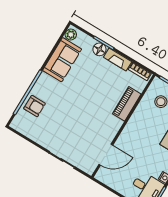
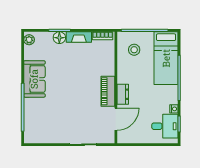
sofa: (62, 60) -> (34, 79), moved
piano: (127, 104) -> (108, 91), moved
armchair: (35, 106) -> (35, 115), removed
dresser: (126, 136) -> (123, 94), added

